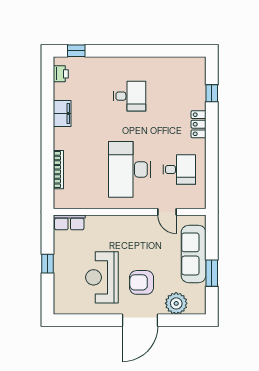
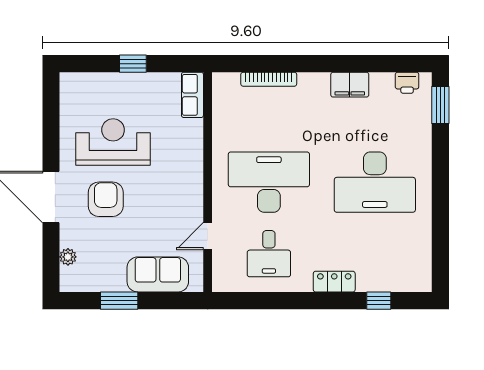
window: (76, 51) -> (440, 105), width x1.50
desk: (130, 96) -> (375, 182), width x1.87, depth x1.30
sofa: (194, 254) -> (158, 274), width x0.73
plant: (176, 303) -> (68, 257), width x0.53, depth x0.53

